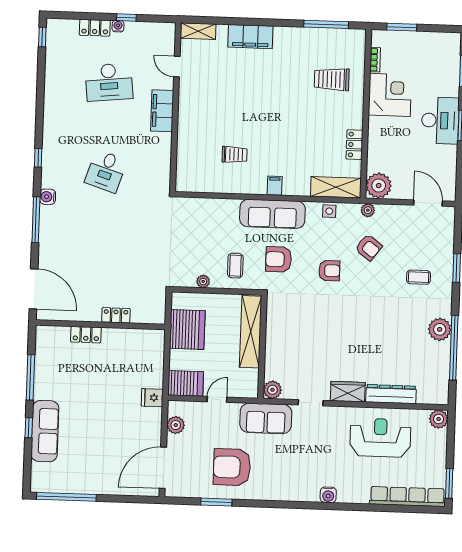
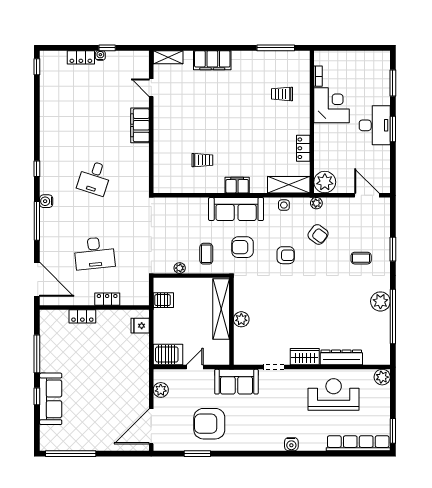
window: (402, 27) -> (340, 48), removed
trolley: (332, 79) -> (282, 94), width x0.73, depth x0.72
desk: (109, 82) -> (94, 253), moved
filing cabinet: (275, 186) -> (237, 185), width x2.00
server rack: (187, 330) -> (163, 300), width x0.46, depth x0.70
plant: (272, 390) -> (241, 319), moved
fridge: (152, 398) -> (140, 326), moved

